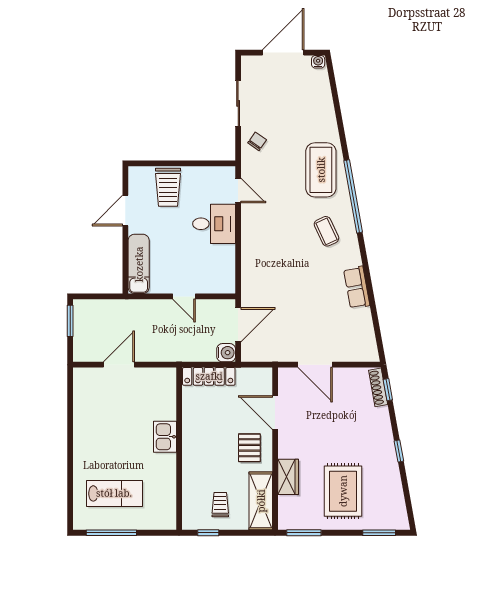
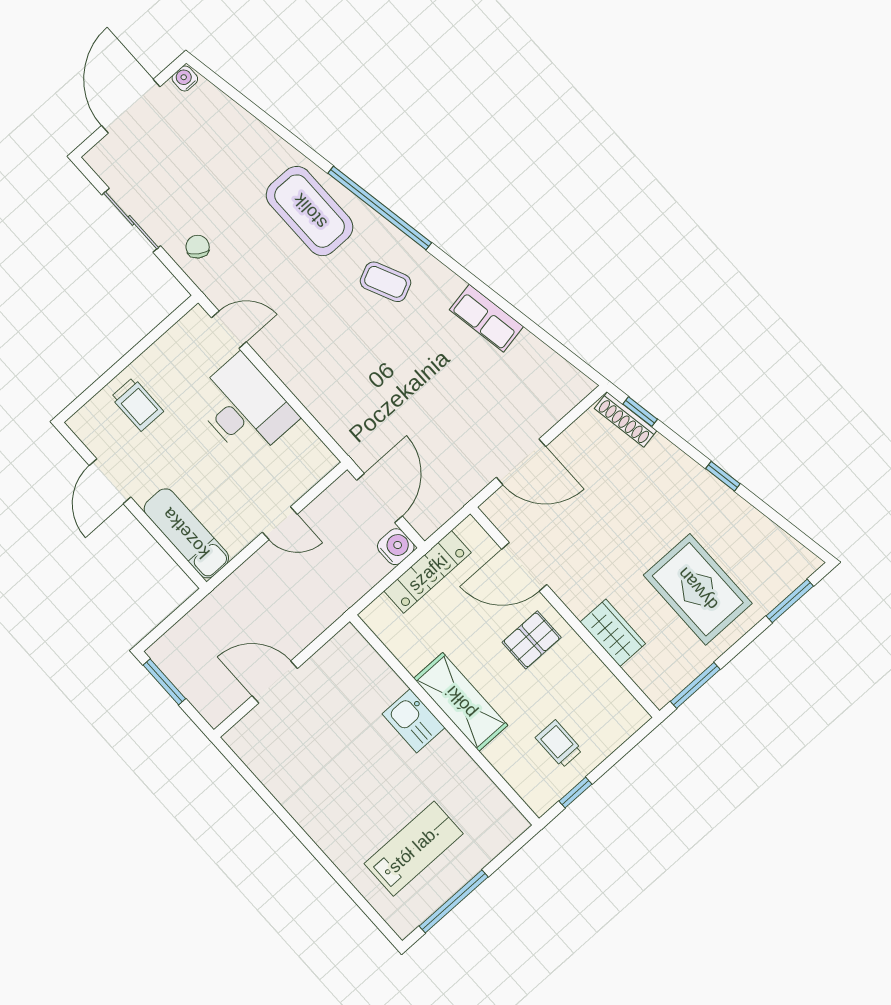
trolley: (168, 187) -> (137, 404), width x0.73, depth x0.72
desk: (214, 224) -> (244, 408), width x1.37
door: (119, 365) -> (275, 682), hinge flipped
locker: (209, 376) -> (428, 572), moved
pallet: (249, 448) -> (532, 640), turned 90
shelving: (261, 501) -> (461, 702), moved

